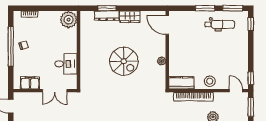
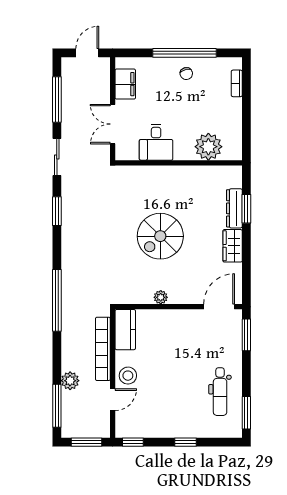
window: (205, 8) -> (246, 335), moved
plant: (69, 20) -> (208, 147), moved
window: (251, 24) -> (185, 442), moved
door: (236, 91) -> (113, 400), moved

